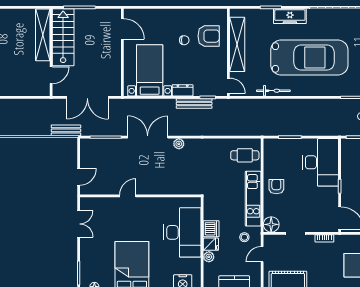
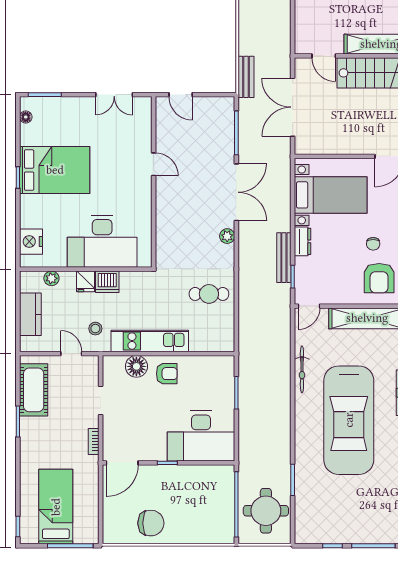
cafe table: (245, 155) -> (209, 294), moved, turned 90
floor lamp: (271, 224) -> (136, 366), moved
plant: (209, 257) -> (51, 278), moved

